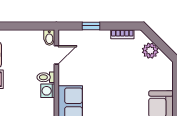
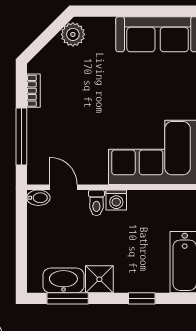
window: (91, 26) -> (21, 137), width x2.17
plant: (150, 51) -> (73, 34), moved

